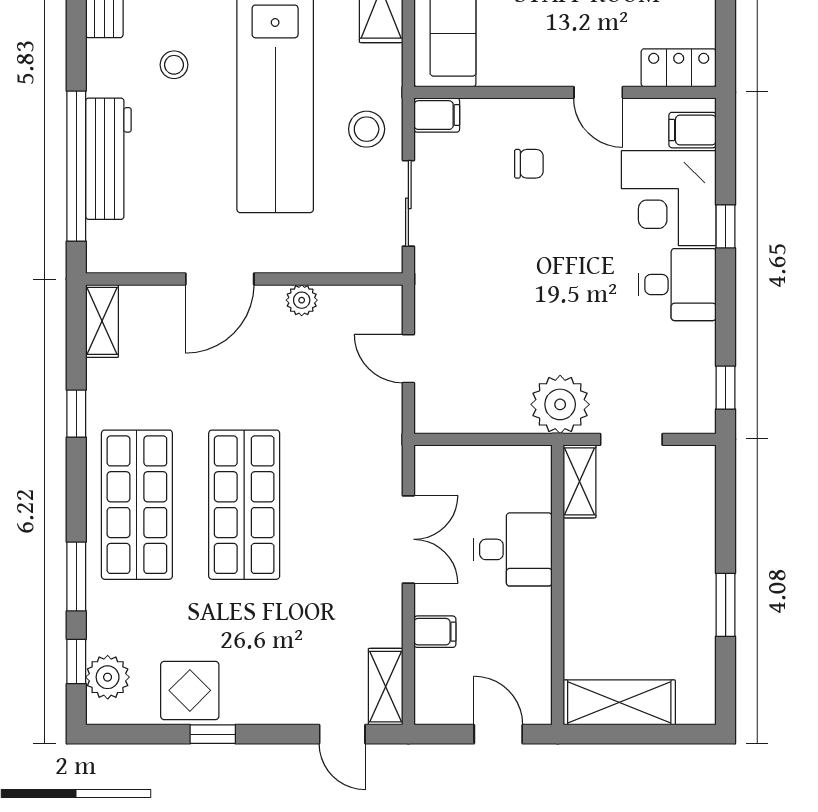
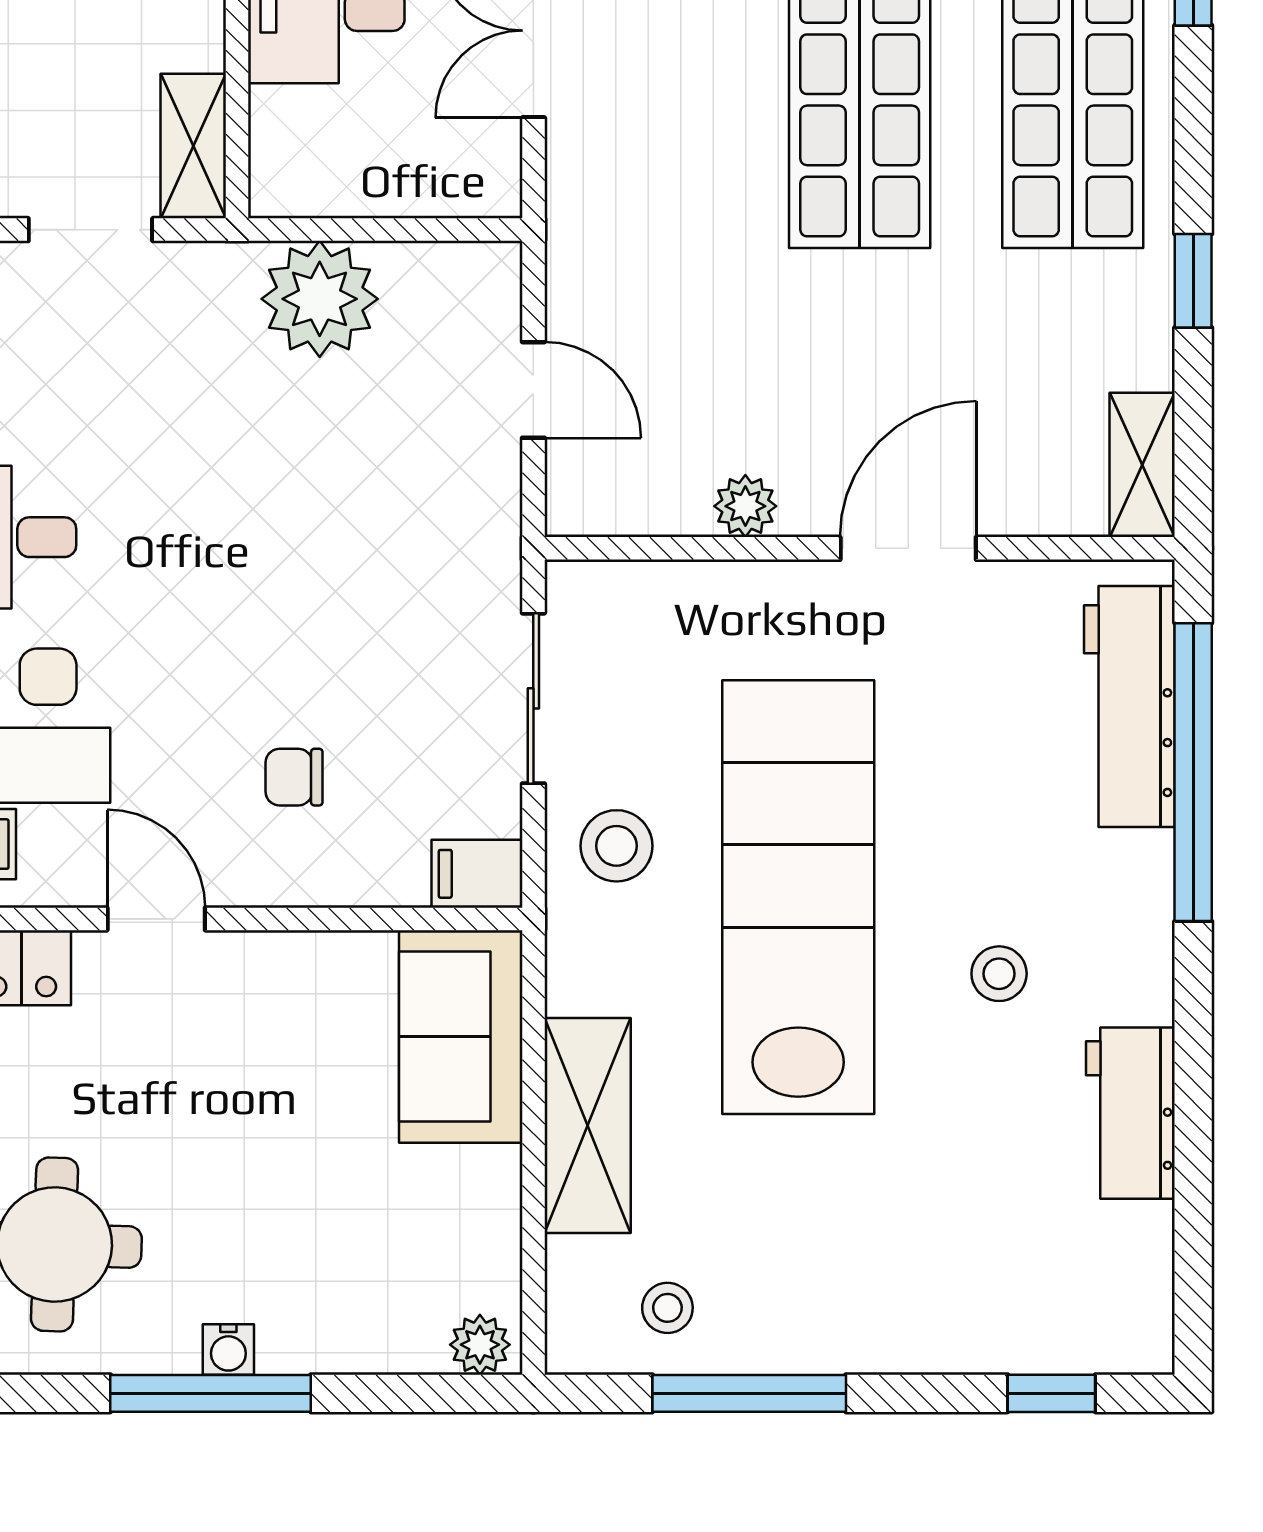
workbench: (108, 159) -> (1129, 706), moved
plant: (560, 404) -> (320, 299), moved

